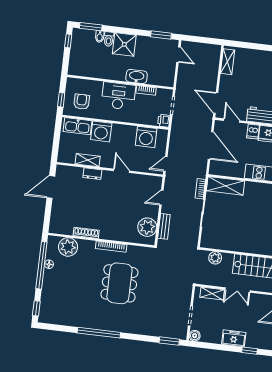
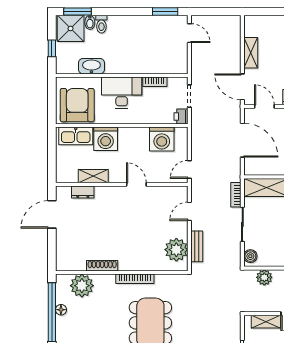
window: (68, 41) -> (52, 48), moved
shower: (124, 44) -> (71, 28), moved
shelving: (228, 62) -> (251, 53), moved
washbasin: (137, 77) -> (91, 66), moved
window: (61, 100) -> (52, 106), removed
armchair: (82, 102) -> (77, 105), width x1.88, depth x1.88
dresser: (92, 174) -> (83, 192), moved
boiler: (206, 239) -> (250, 256), added

